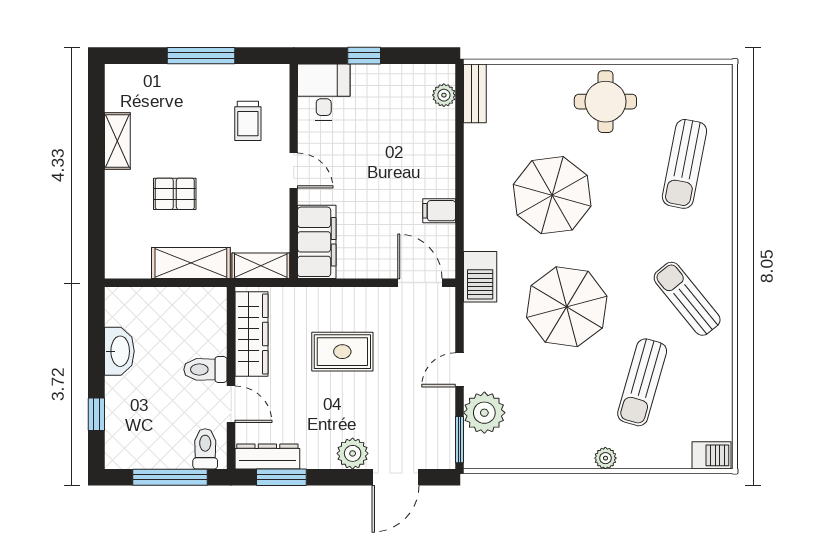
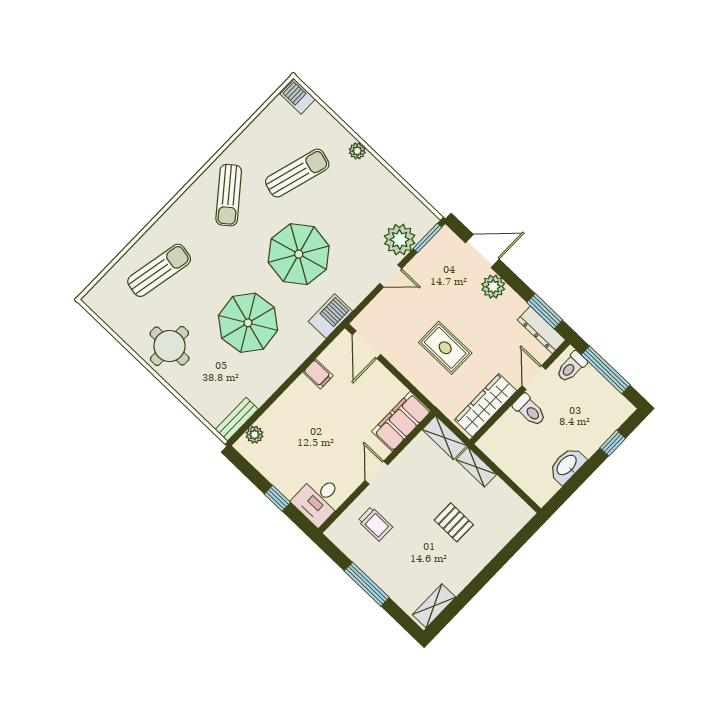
trolley: (248, 121) -> (375, 524), turned 90
shelving: (117, 141) -> (434, 606), moved
shelving: (191, 263) -> (476, 467), width x0.67, depth x0.75

